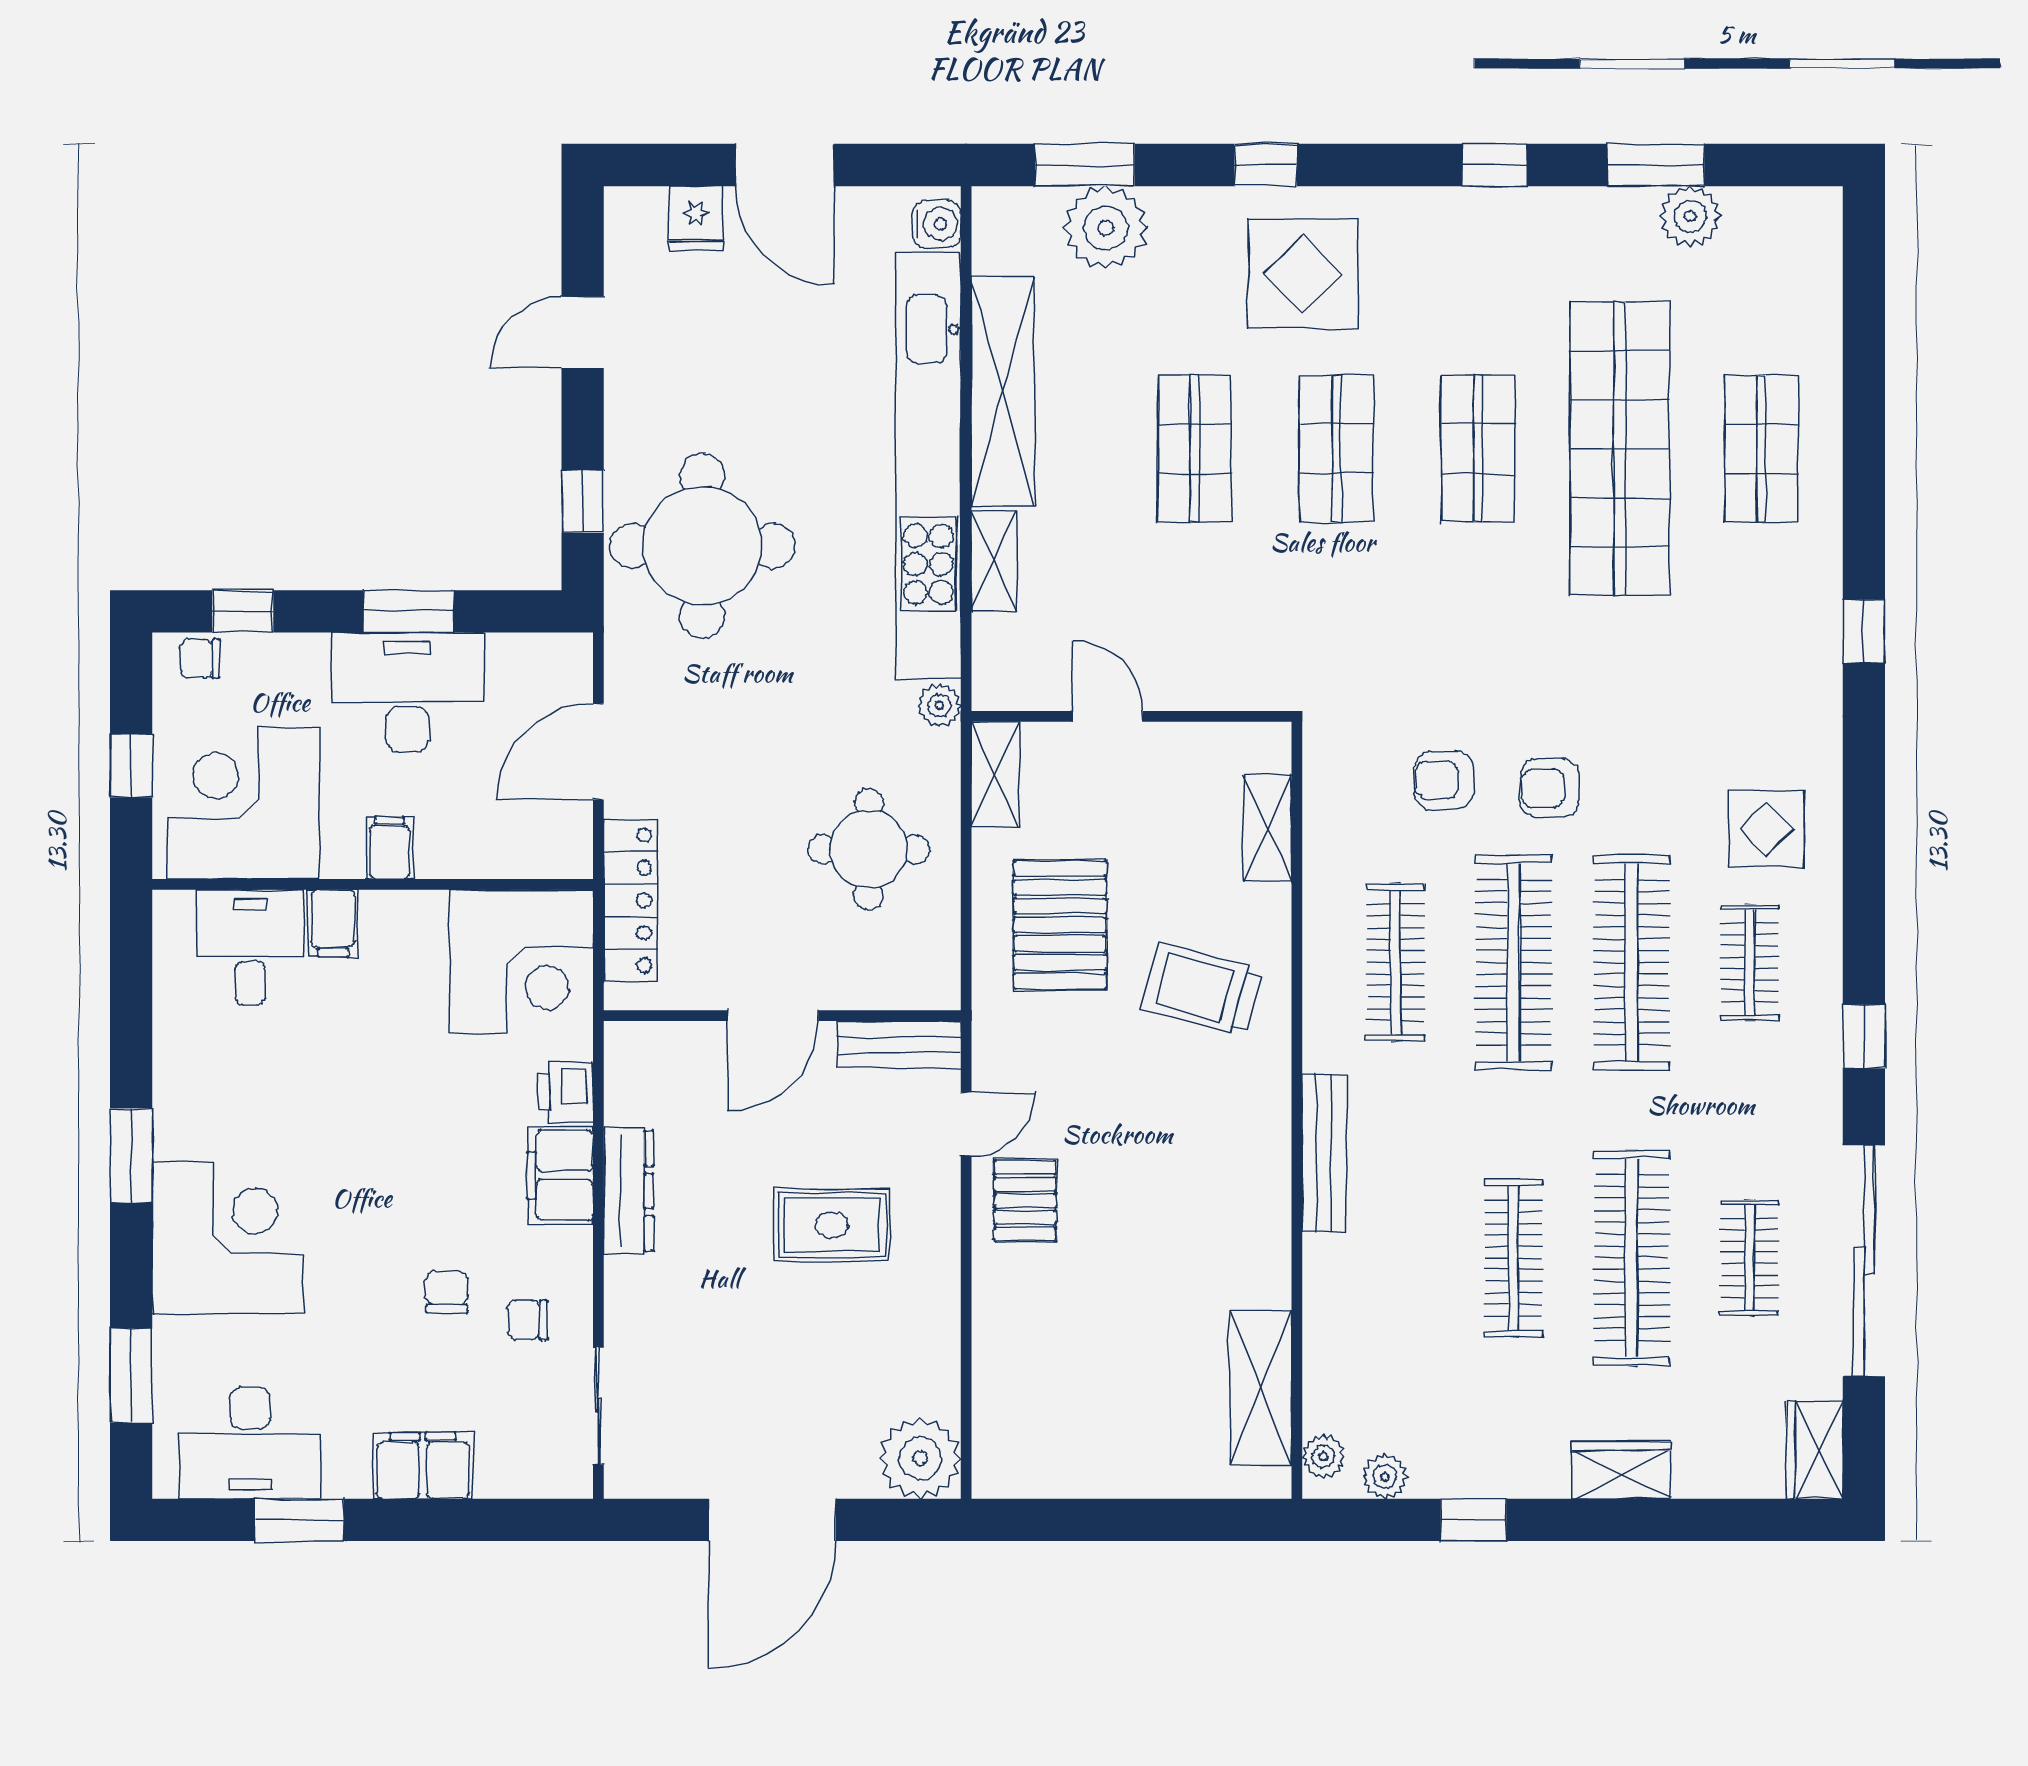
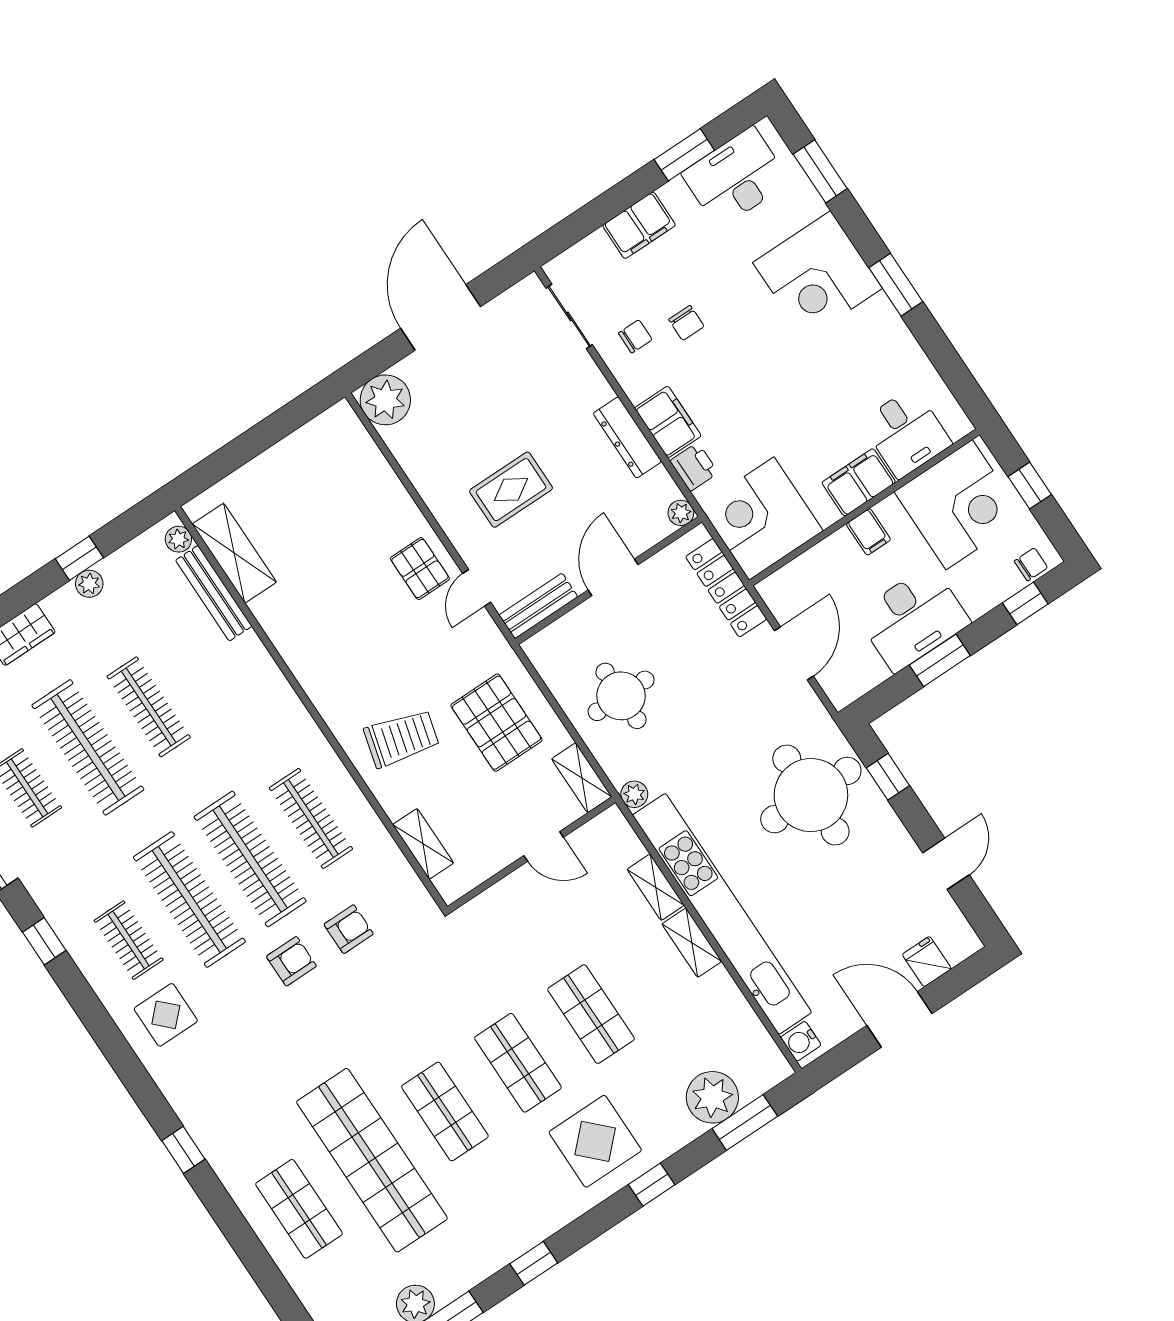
shelving: (1003, 391) -> (692, 943), width x0.45, depth x0.75
filing cabinet: (333, 923) -> (859, 482), width x2.00
plant: (624, 1042) -> (681, 513), added
bench: (1324, 1153) -> (214, 593), moved
plant: (1385, 1477) -> (89, 584), moved

